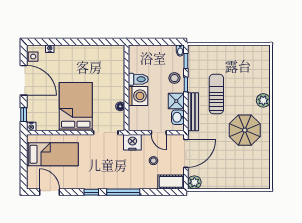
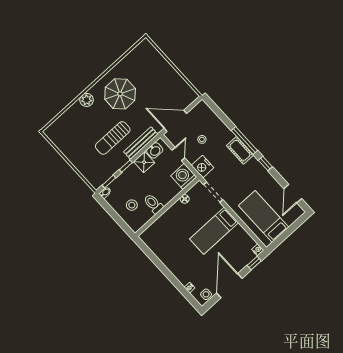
stool: (174, 78) -> (132, 205), moved
washing machine: (138, 96) -> (184, 176), moved
bed: (76, 107) -> (214, 231), width x0.67
cot: (171, 182) -> (240, 150), moved
plant: (194, 182) -> (191, 96), removed

